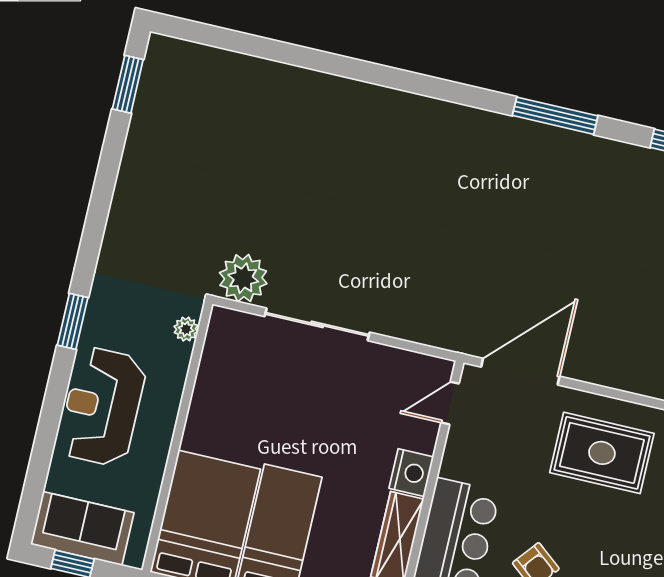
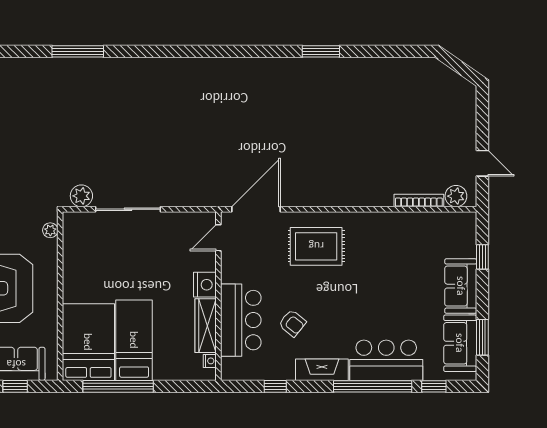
window: (555, 116) -> (78, 51), moved
plant: (243, 278) -> (81, 196), width x0.73, depth x0.73

